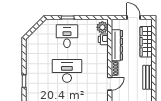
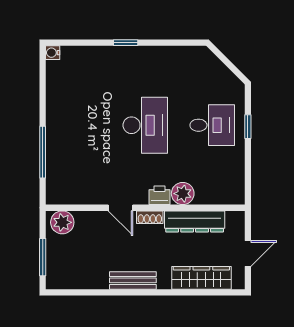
plant: (102, 27) -> (183, 194), moved
printer: (103, 39) -> (160, 195), moved

